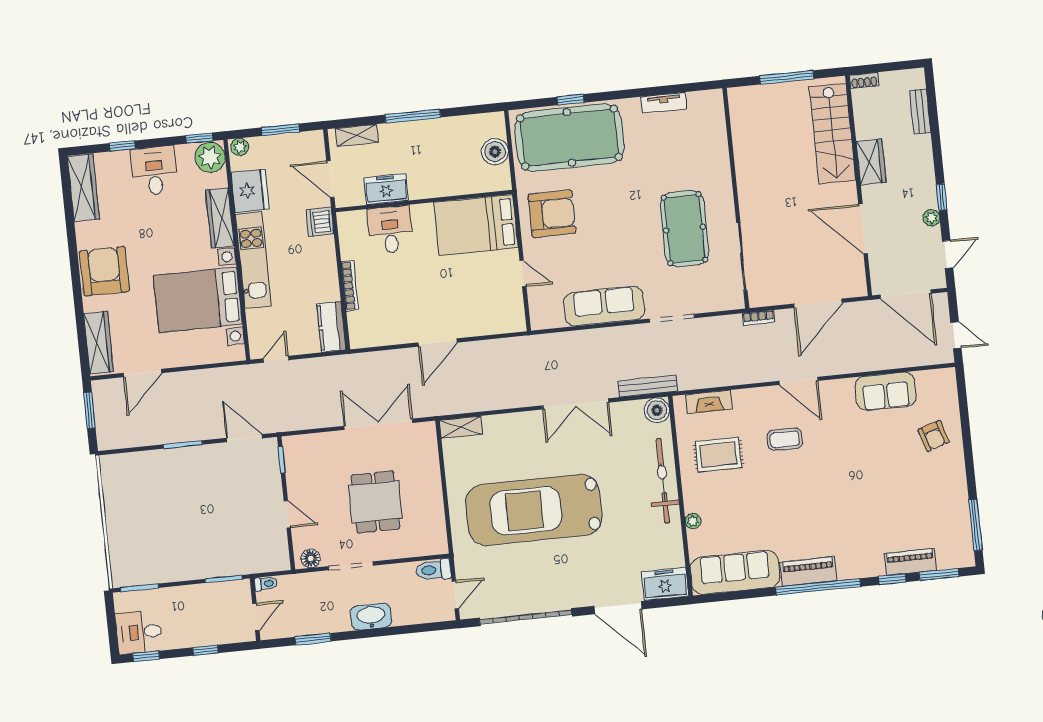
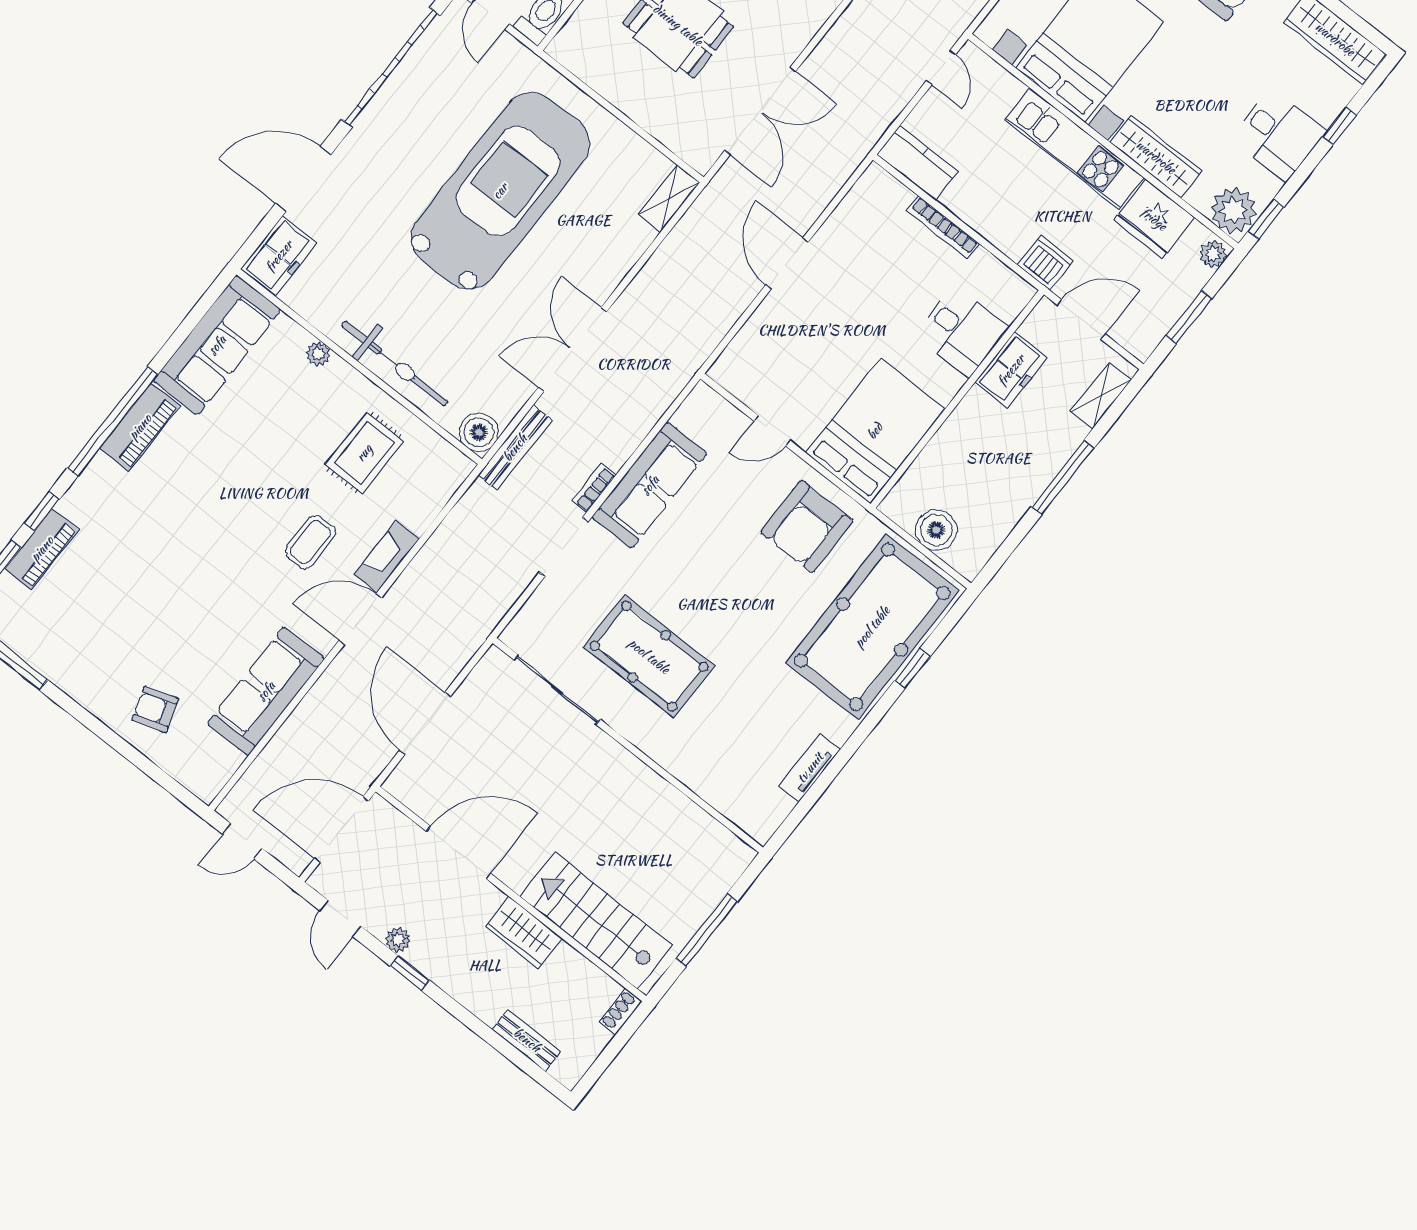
bookcase: (758, 318) -> (594, 488), moved
sofa: (886, 391) -> (266, 691), width x1.36
fireplace: (709, 402) -> (387, 557), moved

